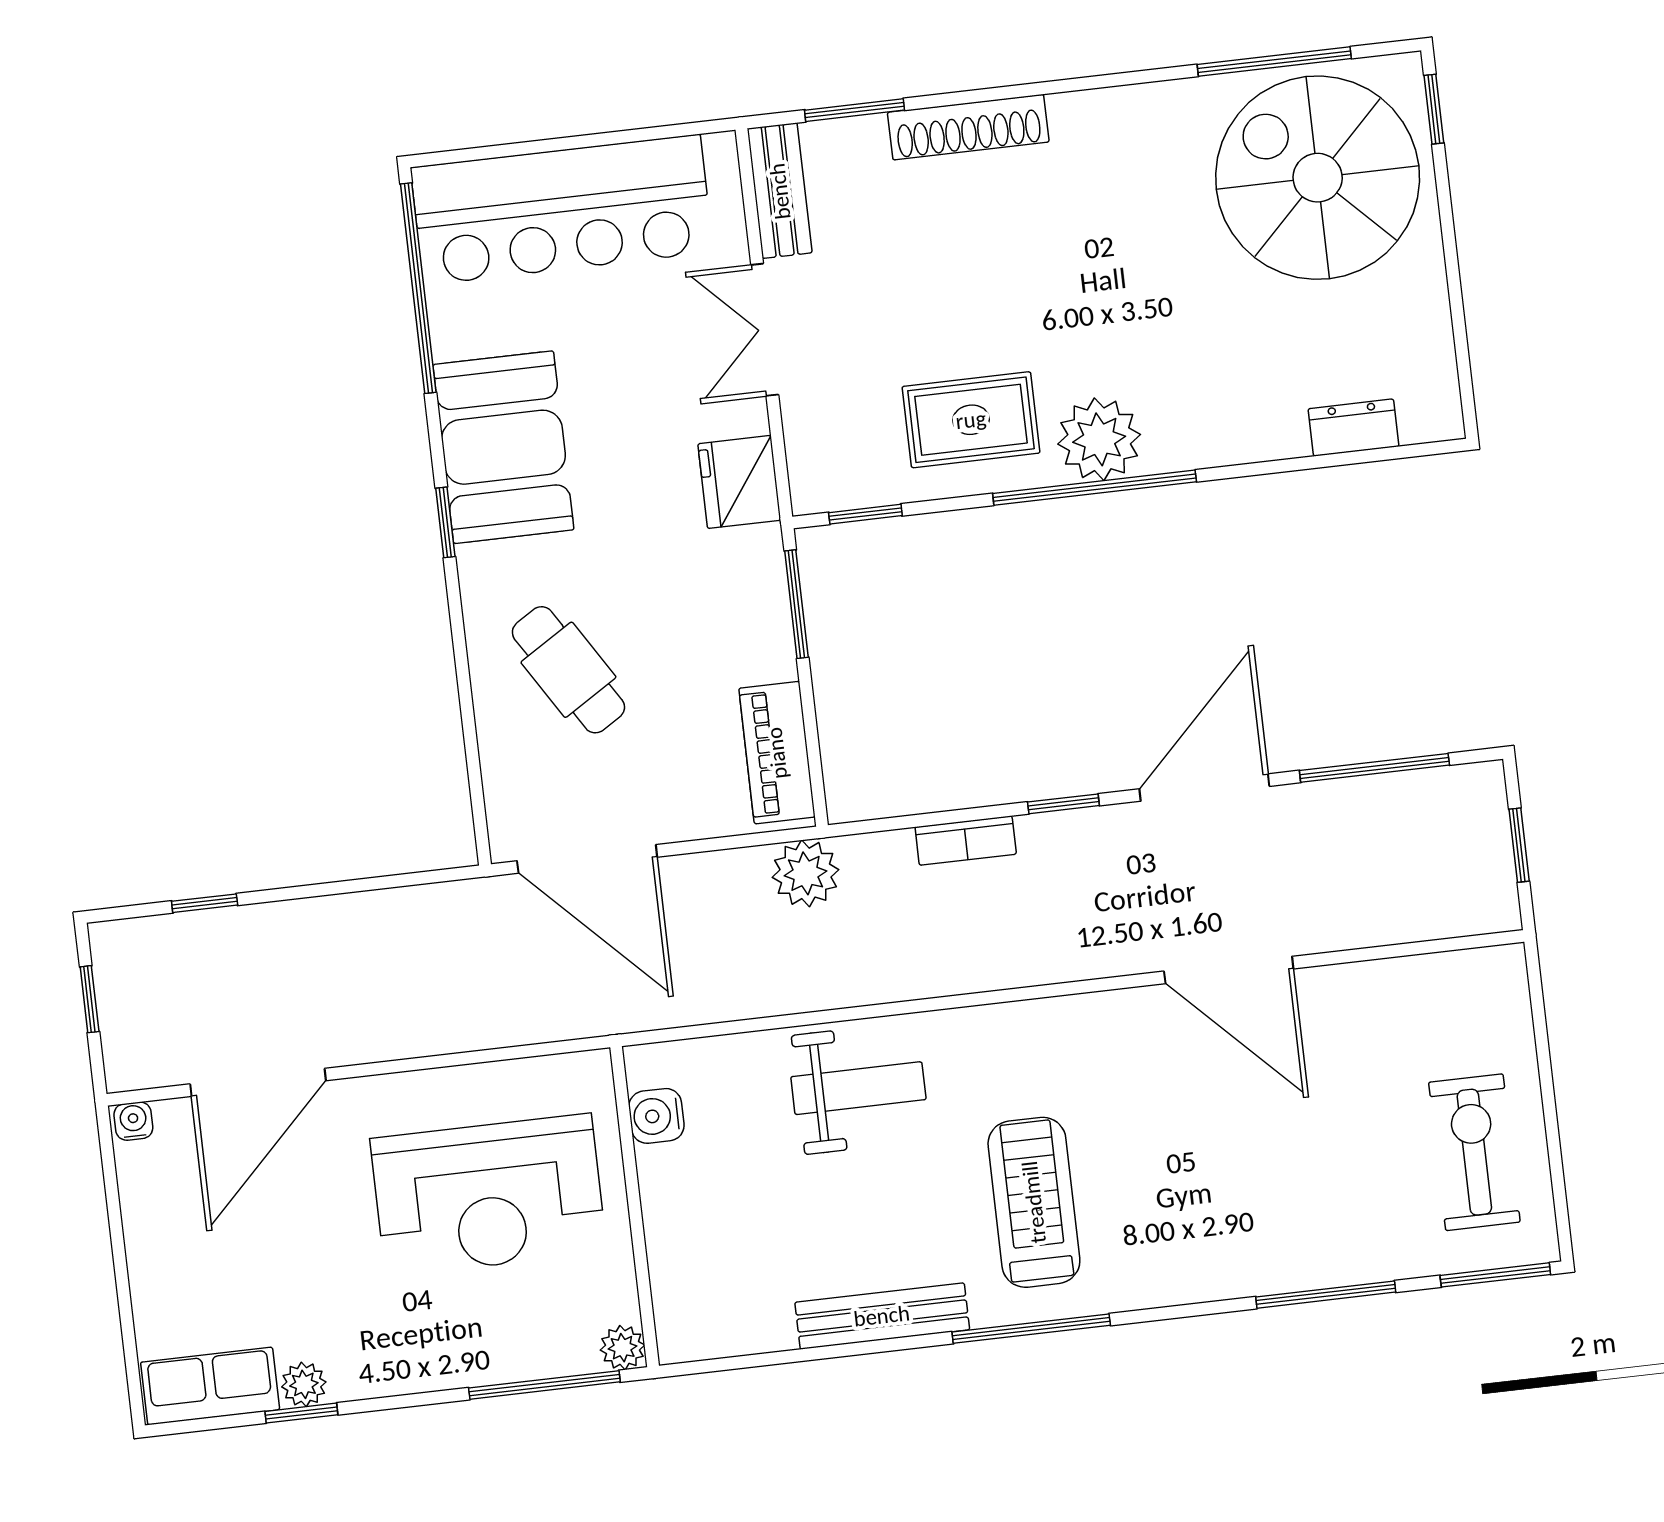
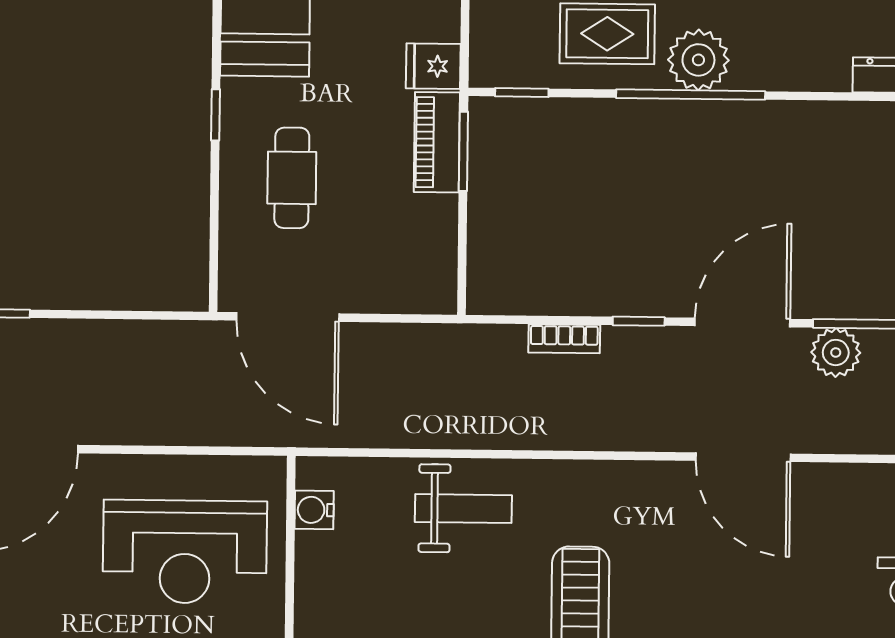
fridge: (739, 482) -> (433, 66), width x0.72
window: (445, 522) -> (216, 115), moved
cafe table: (568, 670) -> (292, 178), turned 32
piano: (777, 753) -> (437, 142), moved
plant: (806, 873) -> (836, 352), moved

